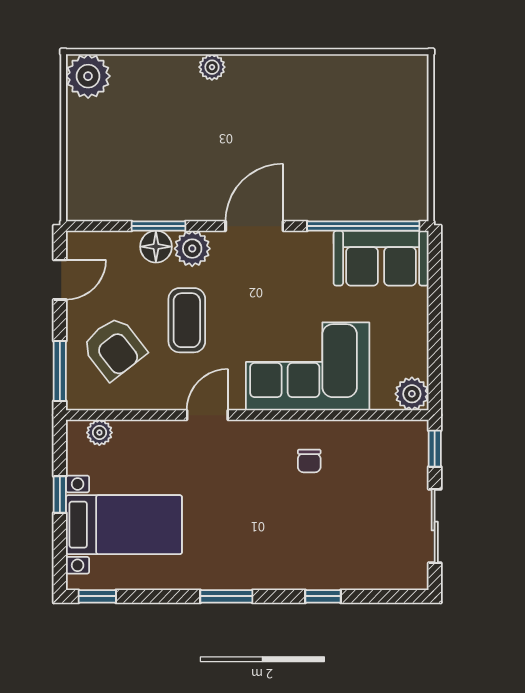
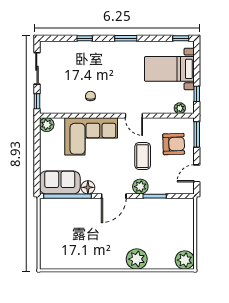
plant: (212, 67) -> (137, 259), width x1.88, depth x1.88
floor lamp: (156, 247) -> (88, 187), moved
armchair: (114, 348) -> (174, 144), turned 126
door: (207, 415) -> (134, 116), hinge flipped
window: (60, 494) -> (197, 94), moved

